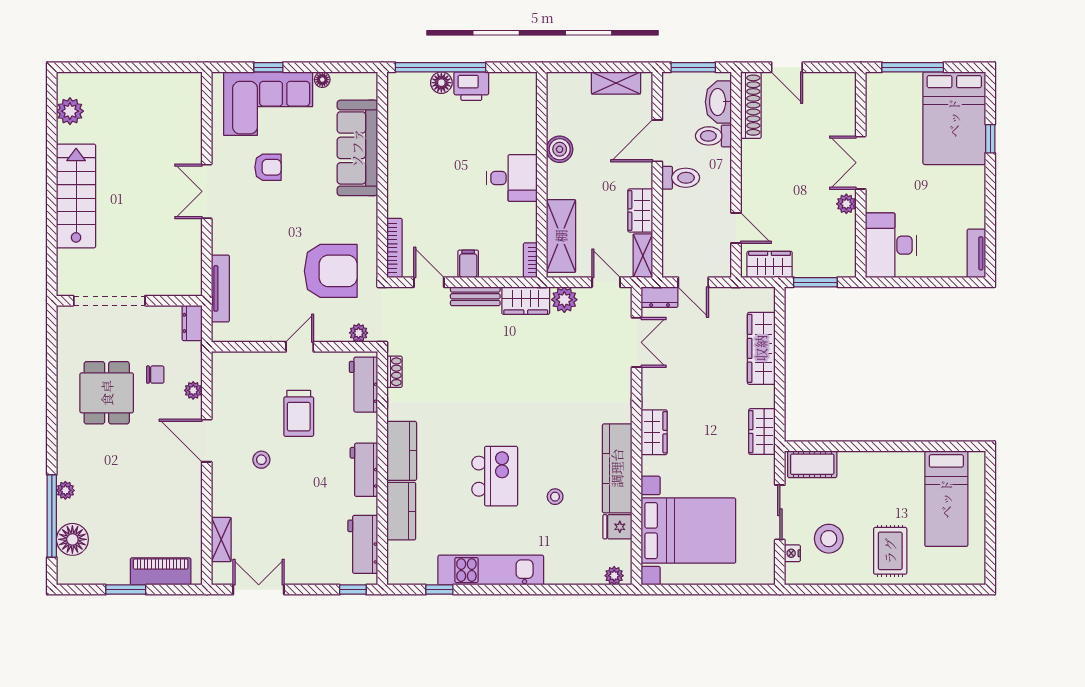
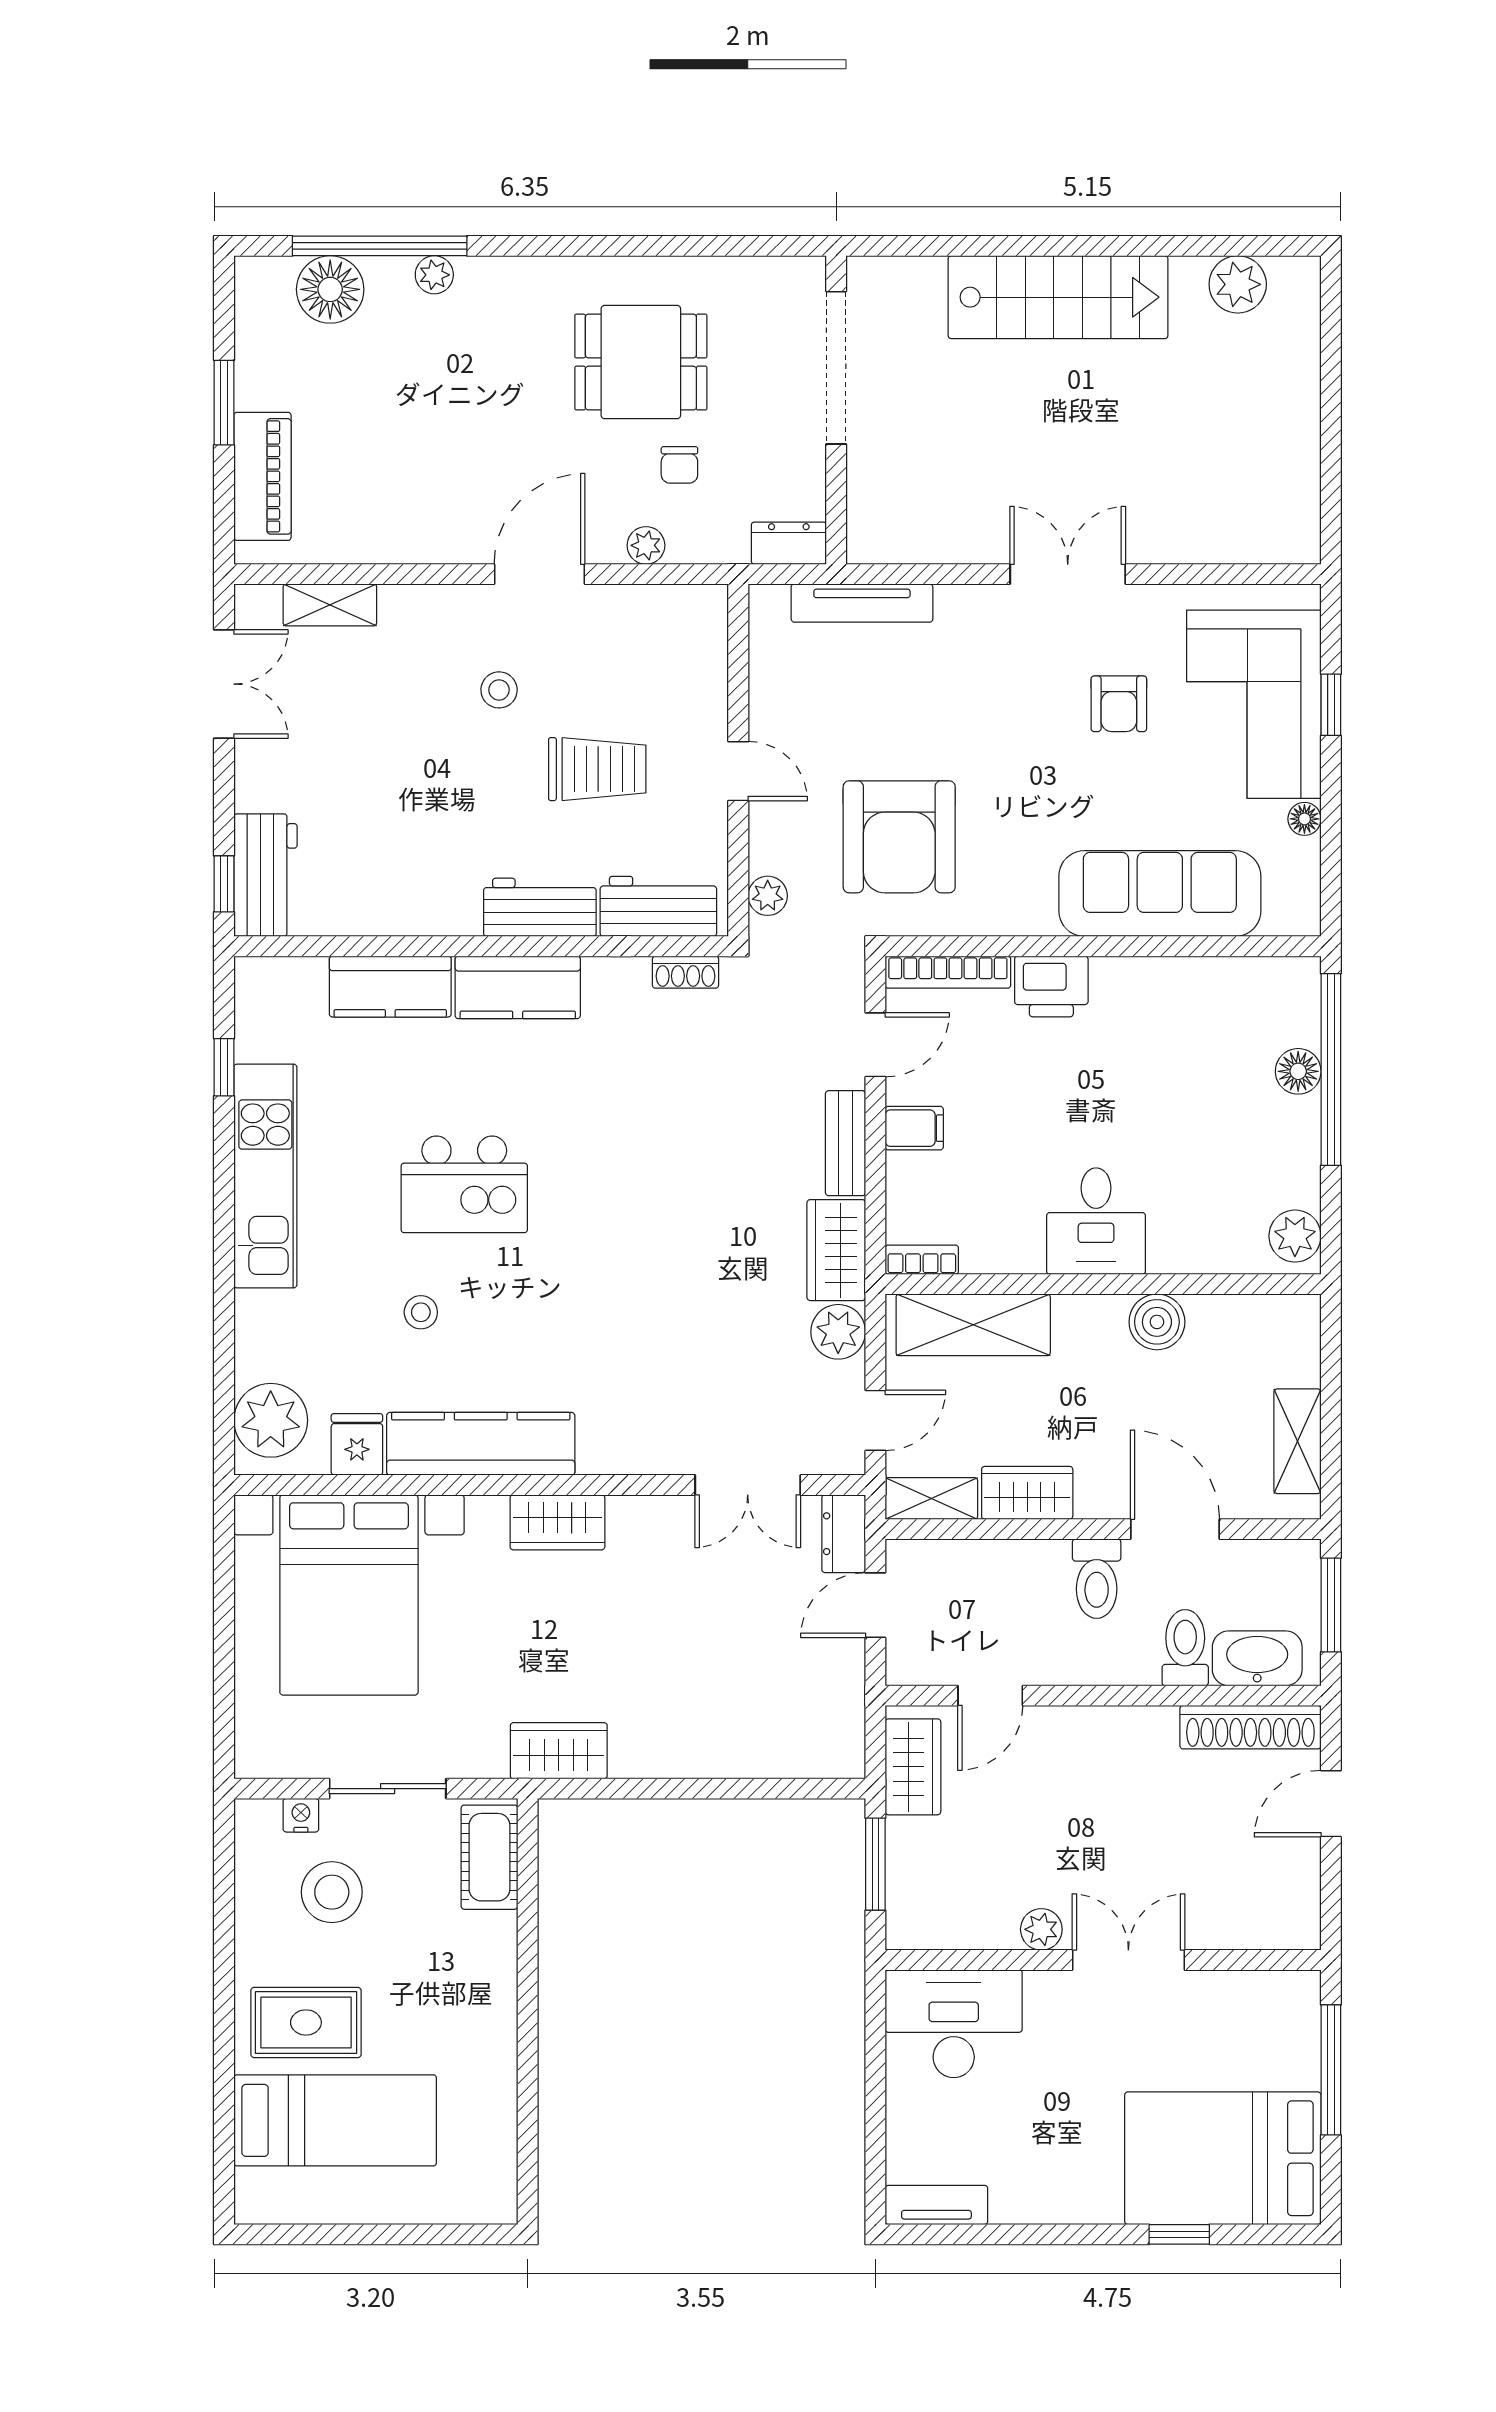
plant: (519, 84) -> (1295, 1236), added
printer: (471, 86) -> (1051, 986), moved, turned -90
wardrobe: (761, 348) -> (735, 1749), removed
trolley: (299, 413) -> (597, 769), turned 180
workbench: (364, 470) -> (540, 907), moved
bed: (946, 499) -> (335, 2120), moved, turned 180
workbench: (363, 544) -> (265, 875), moved, turned 90
plant: (614, 576) -> (271, 1420), width x1.88, depth x1.88

